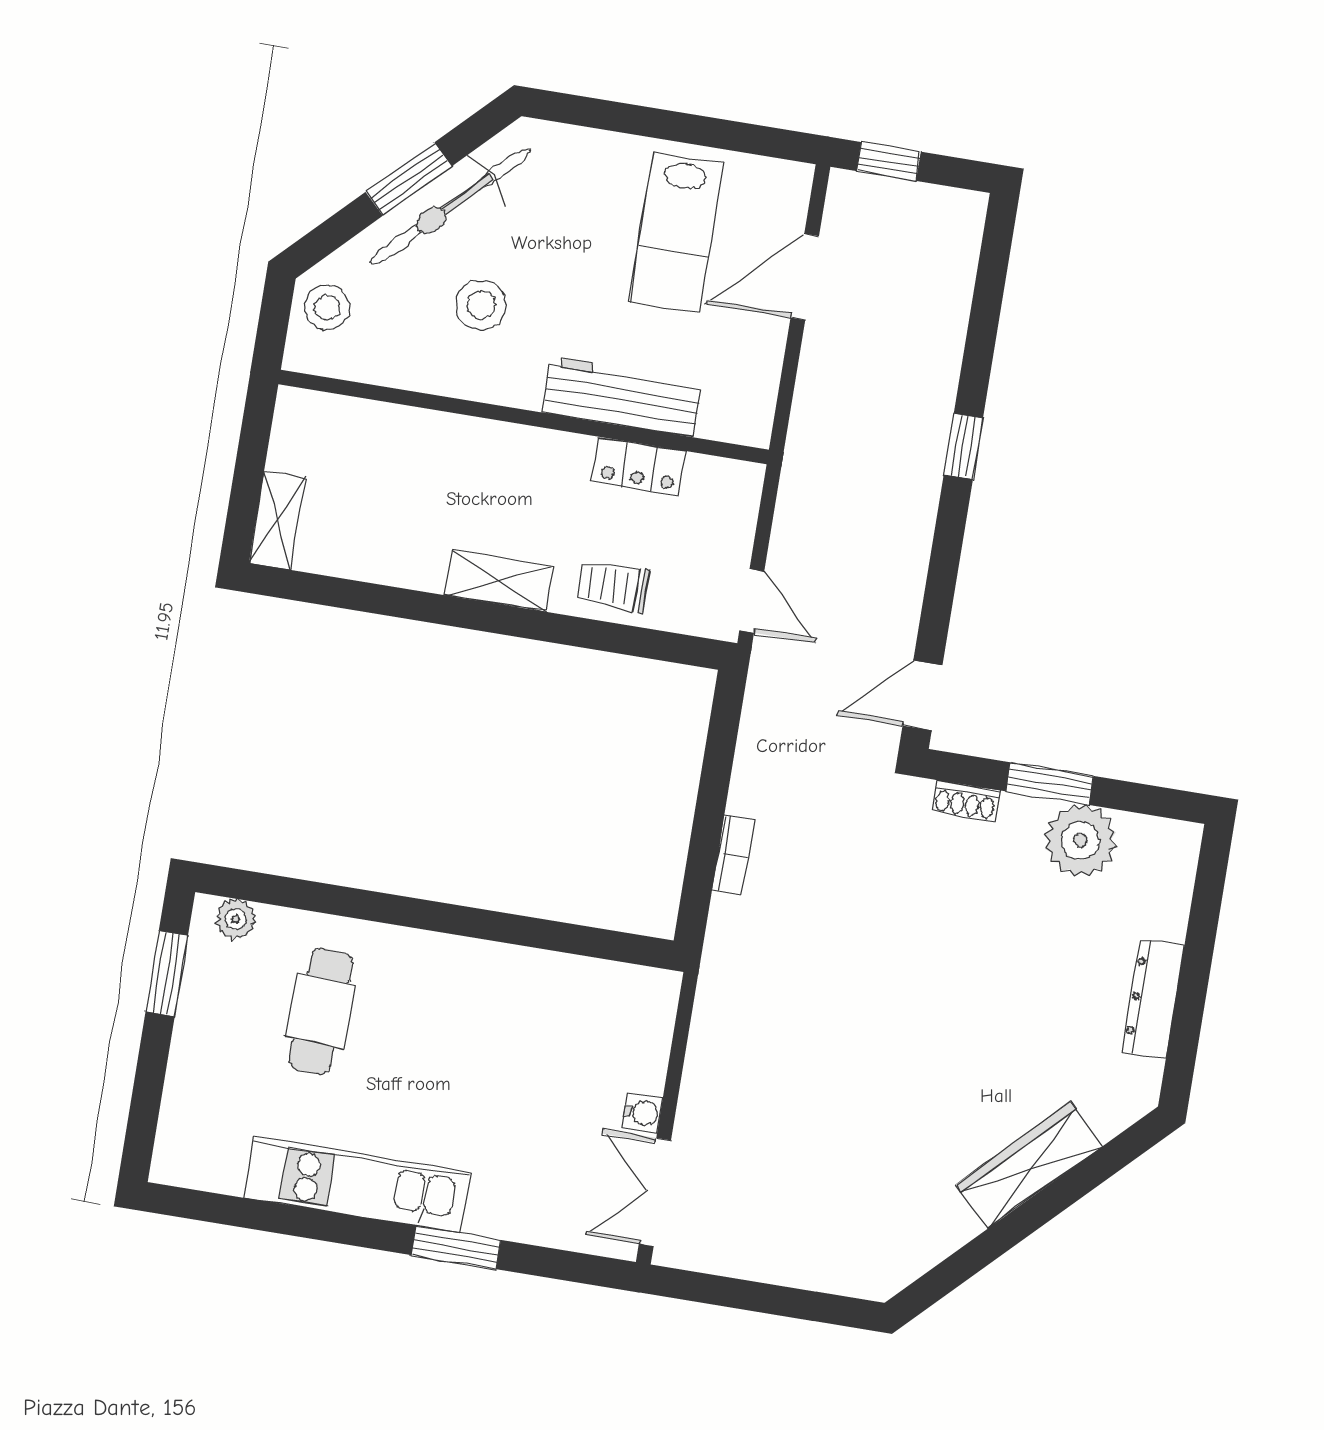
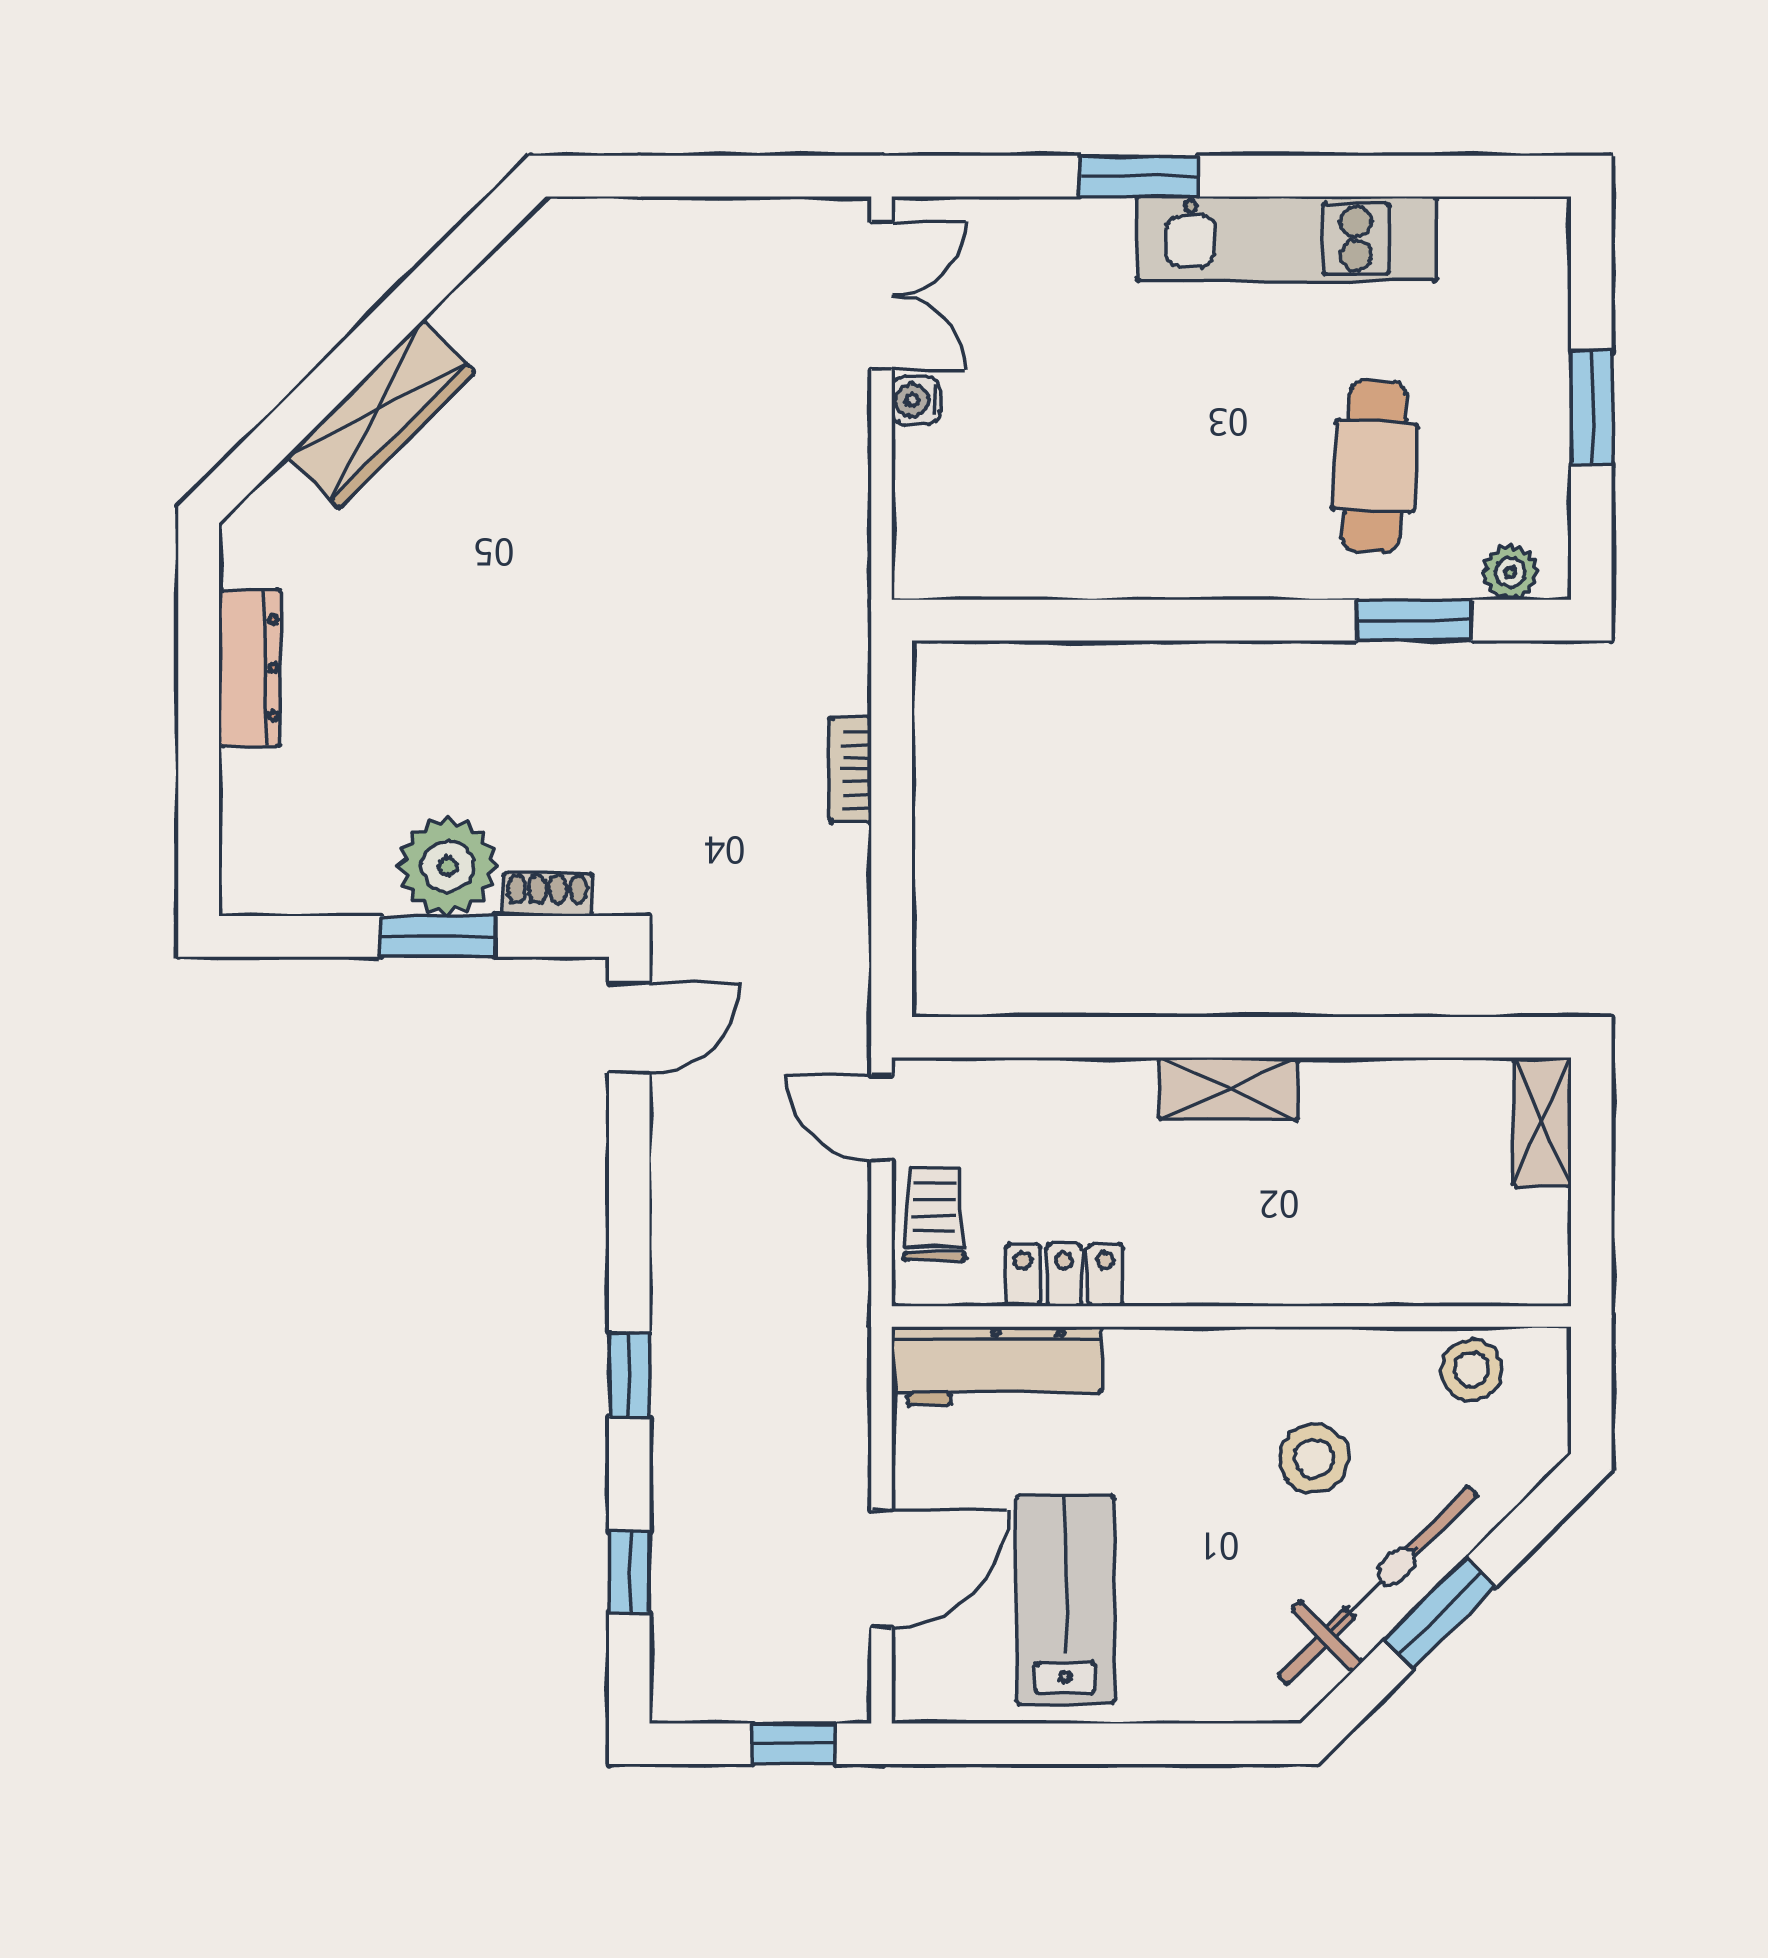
window: (987, 304) -> (629, 1572), added
stool: (327, 307) -> (1472, 1370), moved
workbench: (622, 396) -> (997, 1366), moved
trolley: (613, 586) -> (935, 1214), moved, turned -90
plant: (1080, 840) -> (448, 866), moved
window: (310, 896) -> (1414, 620), added
window: (167, 973) -> (1591, 408), moved

